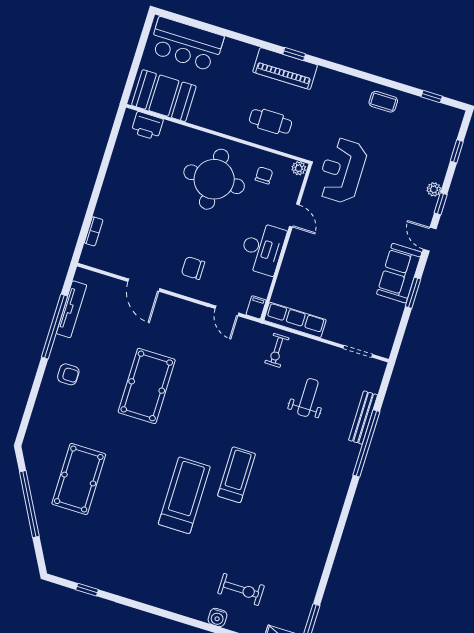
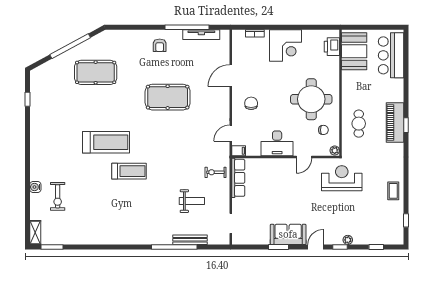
corner desk: (125, 192) -> (285, 46), added

